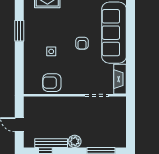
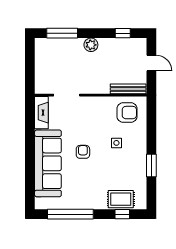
armchair: (52, 83) -> (127, 113), moved
bench: (51, 143) -> (128, 89), moved

